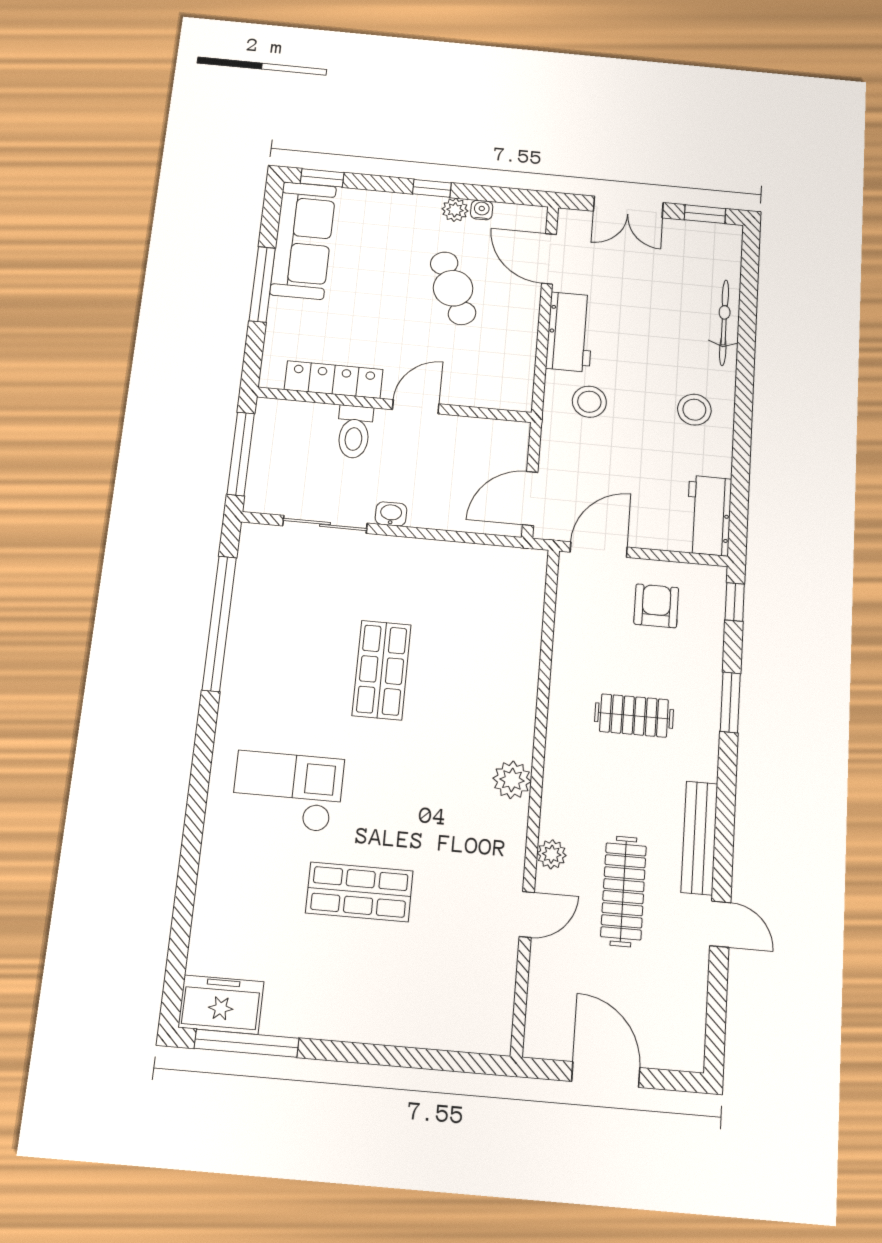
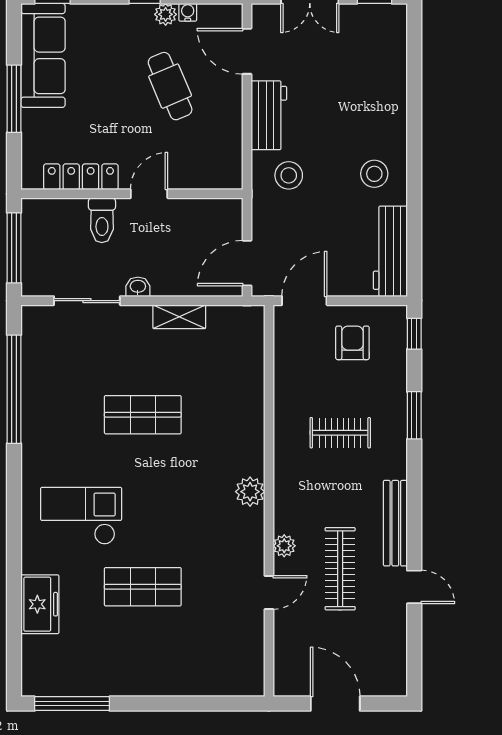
bicycle: (724, 323) -> (395, 94), removed
workbench: (709, 516) -> (390, 251), width x1.38
shelving: (440, 554) -> (179, 317), added
shop shelf: (382, 670) -> (143, 415), turned 90
freezer: (221, 1005) -> (40, 604), moved, turned 90

